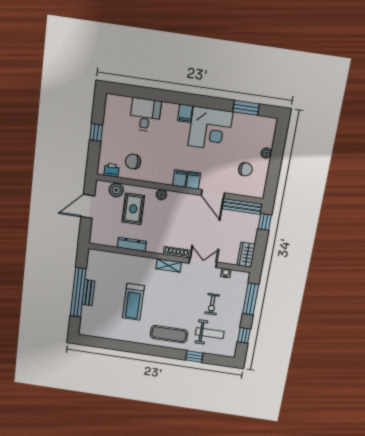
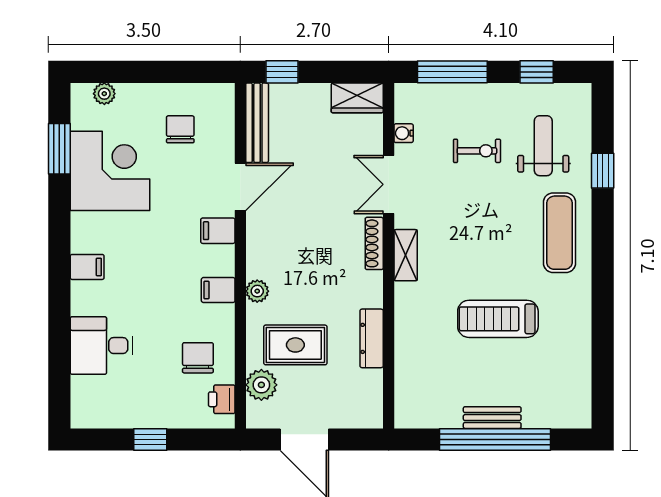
corner desk: (210, 129) -> (110, 171), moved
plant: (266, 153) -> (104, 94), moved
chair: (133, 162) -> (198, 358), turned 180
filing cabinet: (180, 178) -> (218, 290), moved
treadmill: (133, 302) -> (498, 319), turned 180

